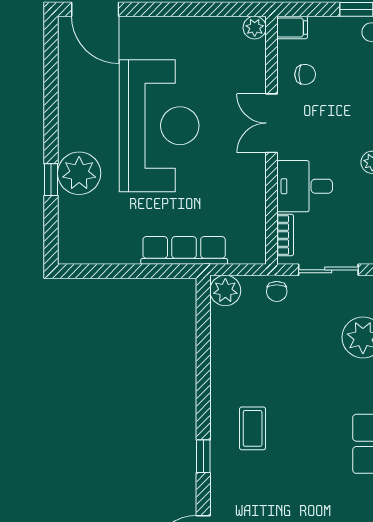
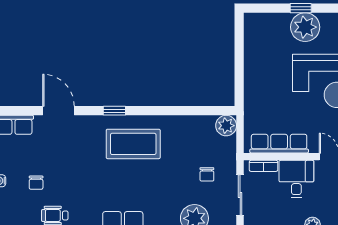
row of seats: (184, 250) -> (279, 144), moved, turned -90
chair: (277, 291) -> (207, 174), moved, turned -90
coffee table: (253, 428) -> (133, 144), width x1.86, depth x1.72

